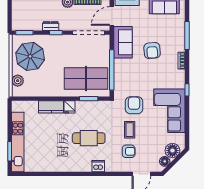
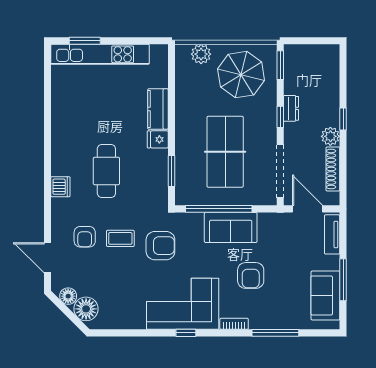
sofa: (123, 42) -> (231, 227), moved
armchair: (152, 50) -> (251, 275), turned -85
table tennis table: (86, 79) -> (225, 152), moved
corner sofa: (169, 111) -> (183, 304), moved

